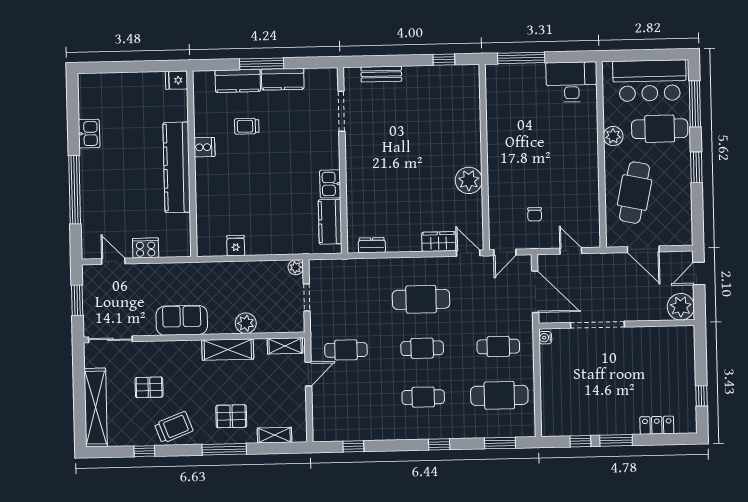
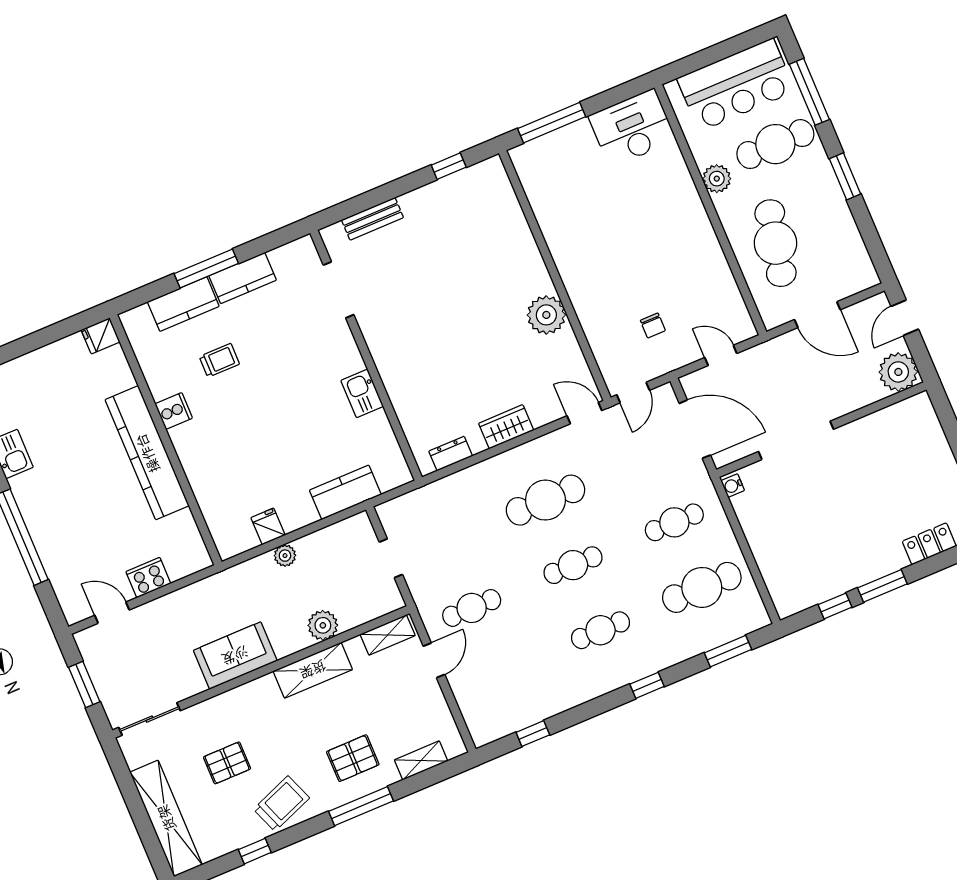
trolley: (247, 126) -> (219, 360), turned 180
kitchen counter: (330, 222) -> (345, 492), moved, turned 90
wardrobe: (439, 242) -> (506, 427), moved
plant: (296, 267) -> (285, 556), moved

